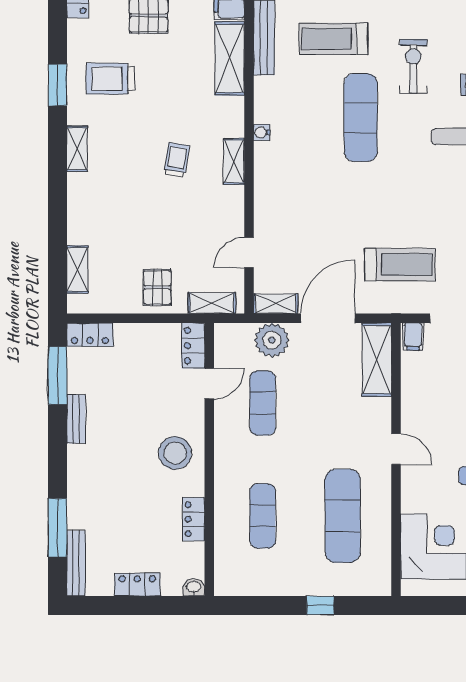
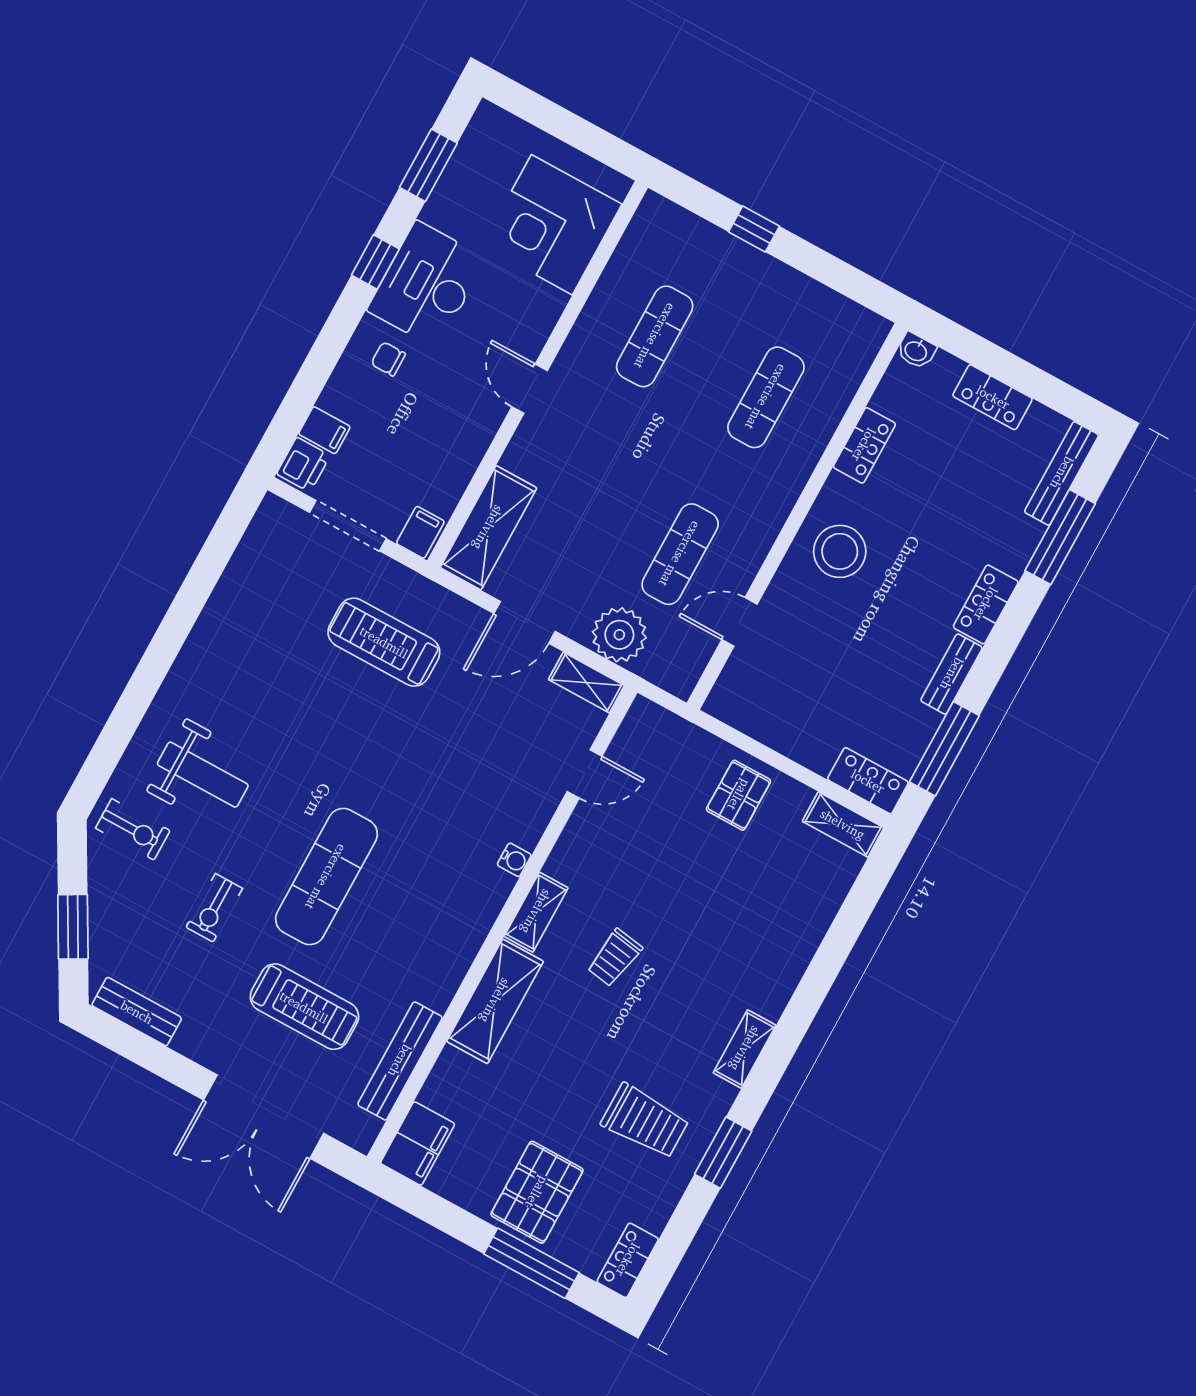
shelving: (230, 58) -> (495, 1001), moved
exercise bike: (413, 66) -> (214, 908), width x0.73, depth x0.72
water cooler: (262, 132) -> (514, 860), moved
shelving: (77, 269) -> (843, 824), moved, turned 90
shelving: (212, 303) -> (674, 732), removed
door: (328, 318) -> (525, 622), width x0.73
locker: (193, 346) -> (986, 604), moved, turned 180
exercise mat: (343, 516) -> (655, 336), width x0.73, depth x0.69

